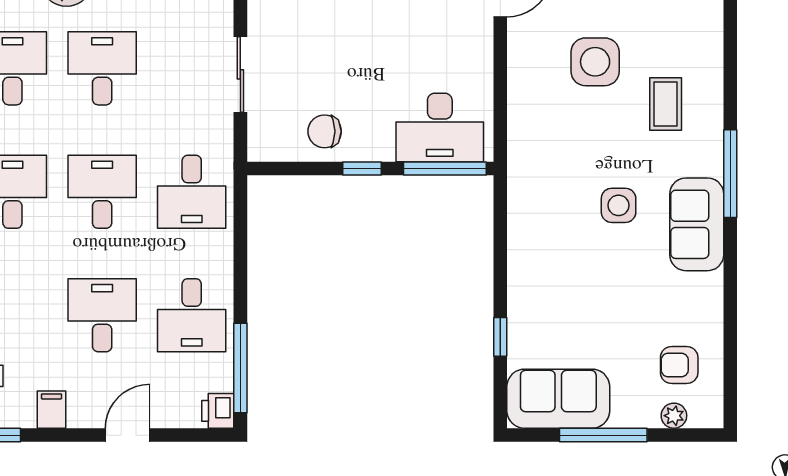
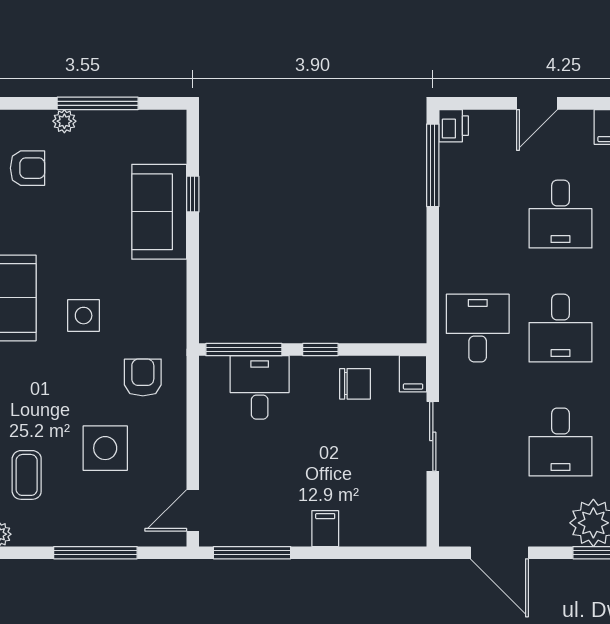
coffee table: (666, 104) -> (27, 475), moved
desk: (440, 127) -> (260, 387), width x0.73
armchair: (554, 138) -> (143, 377), added
filing cabinet: (262, 142) -> (413, 374), added
desk: (192, 315) -> (478, 214), removed
sofa: (558, 399) -> (159, 212), moved, turned 90
plant: (674, 416) -> (64, 121), moved

